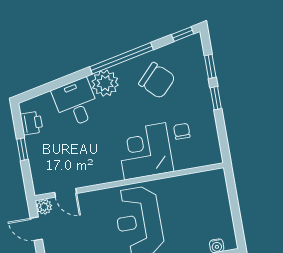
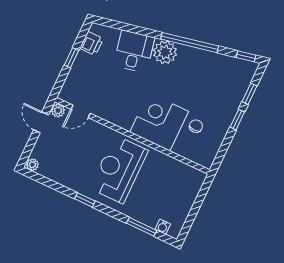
chair: (157, 80) -> (204, 77), removed
door: (66, 193) -> (81, 111), hinge flipped

